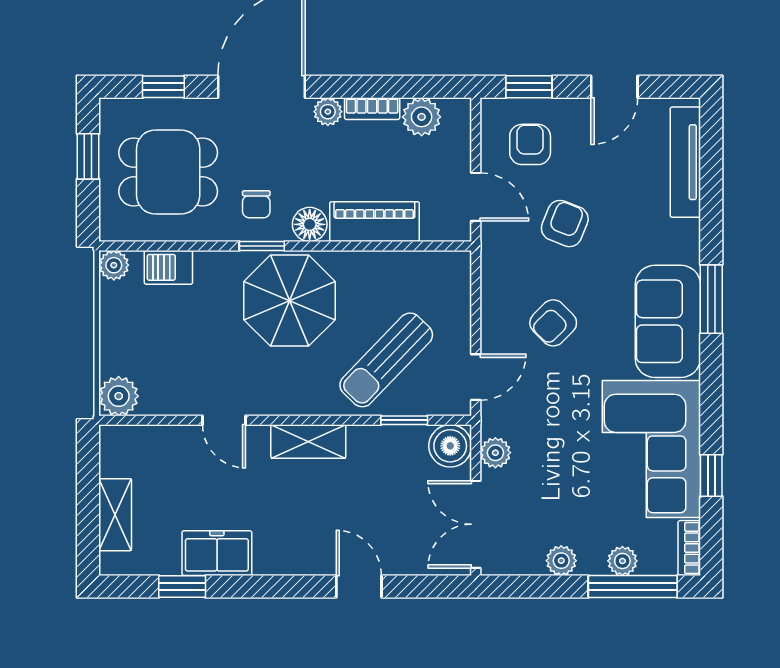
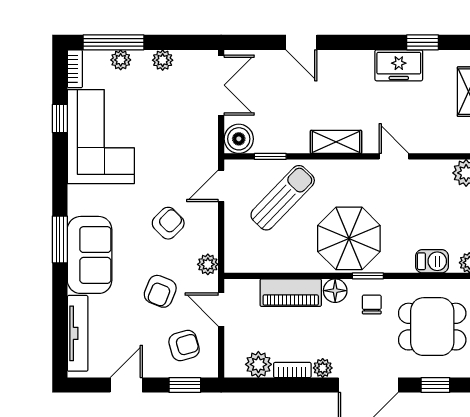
armchair: (530, 144) -> (184, 345), turned -106
sofa: (668, 321) -> (90, 255), moved
plant: (495, 453) -> (208, 264), moved

